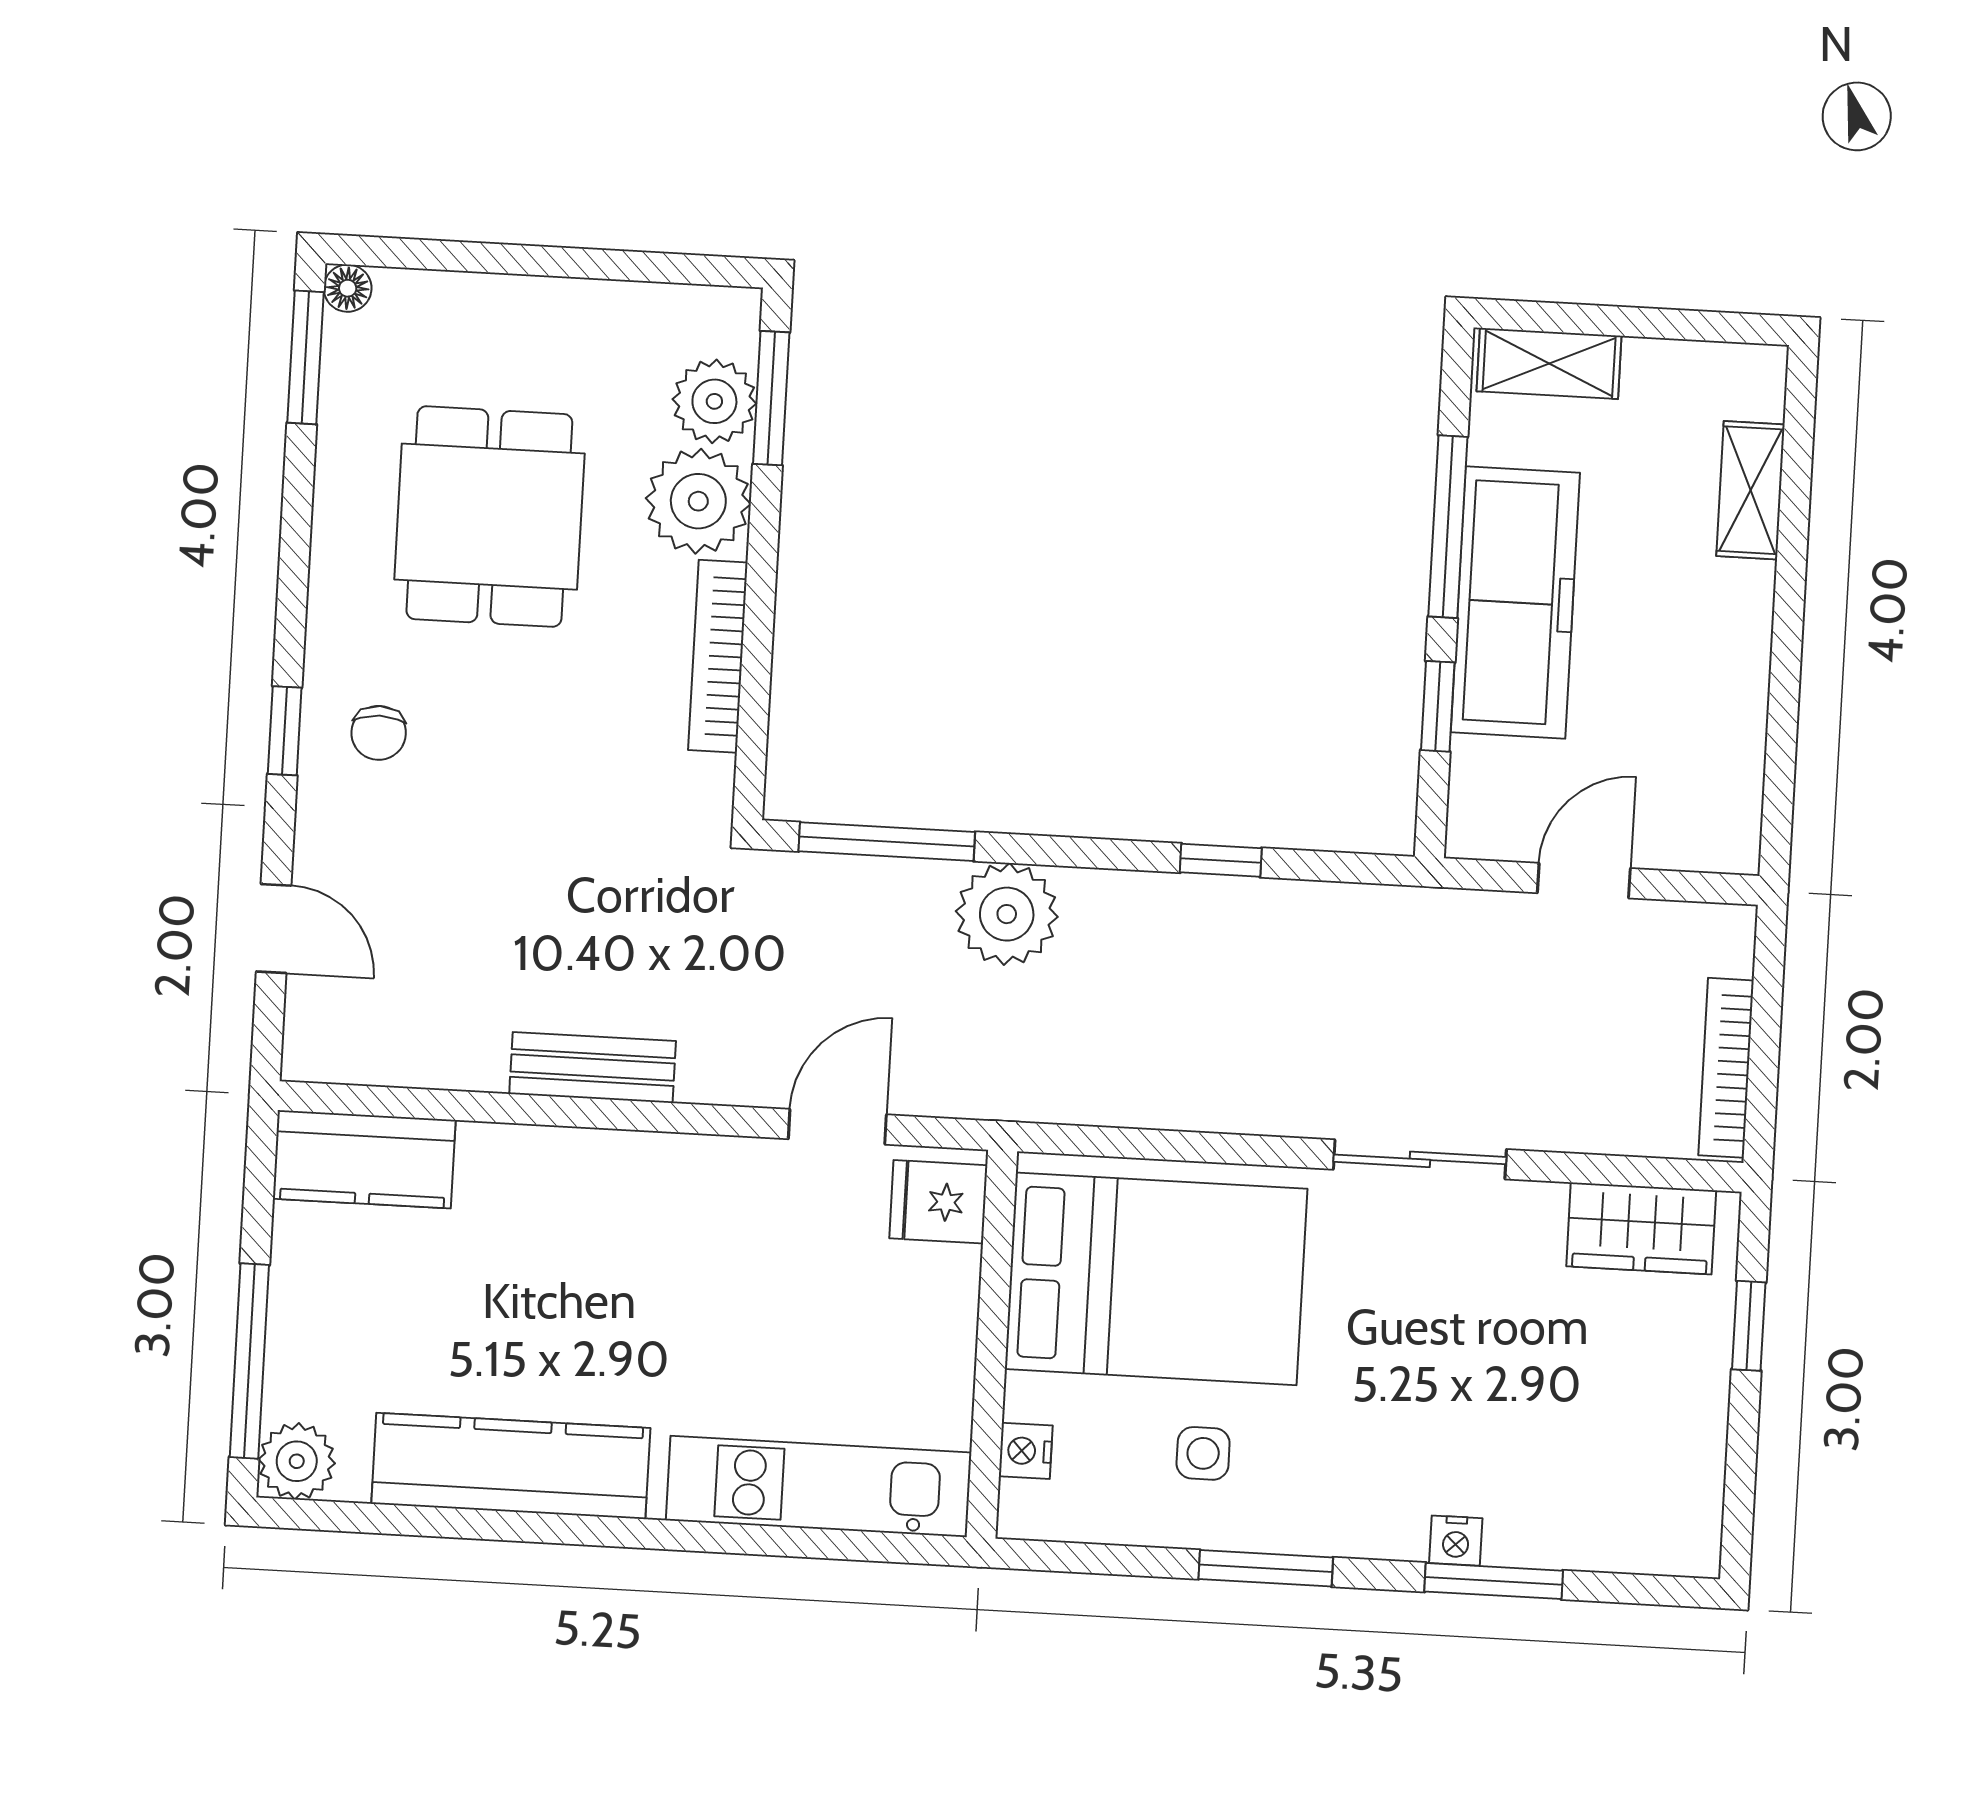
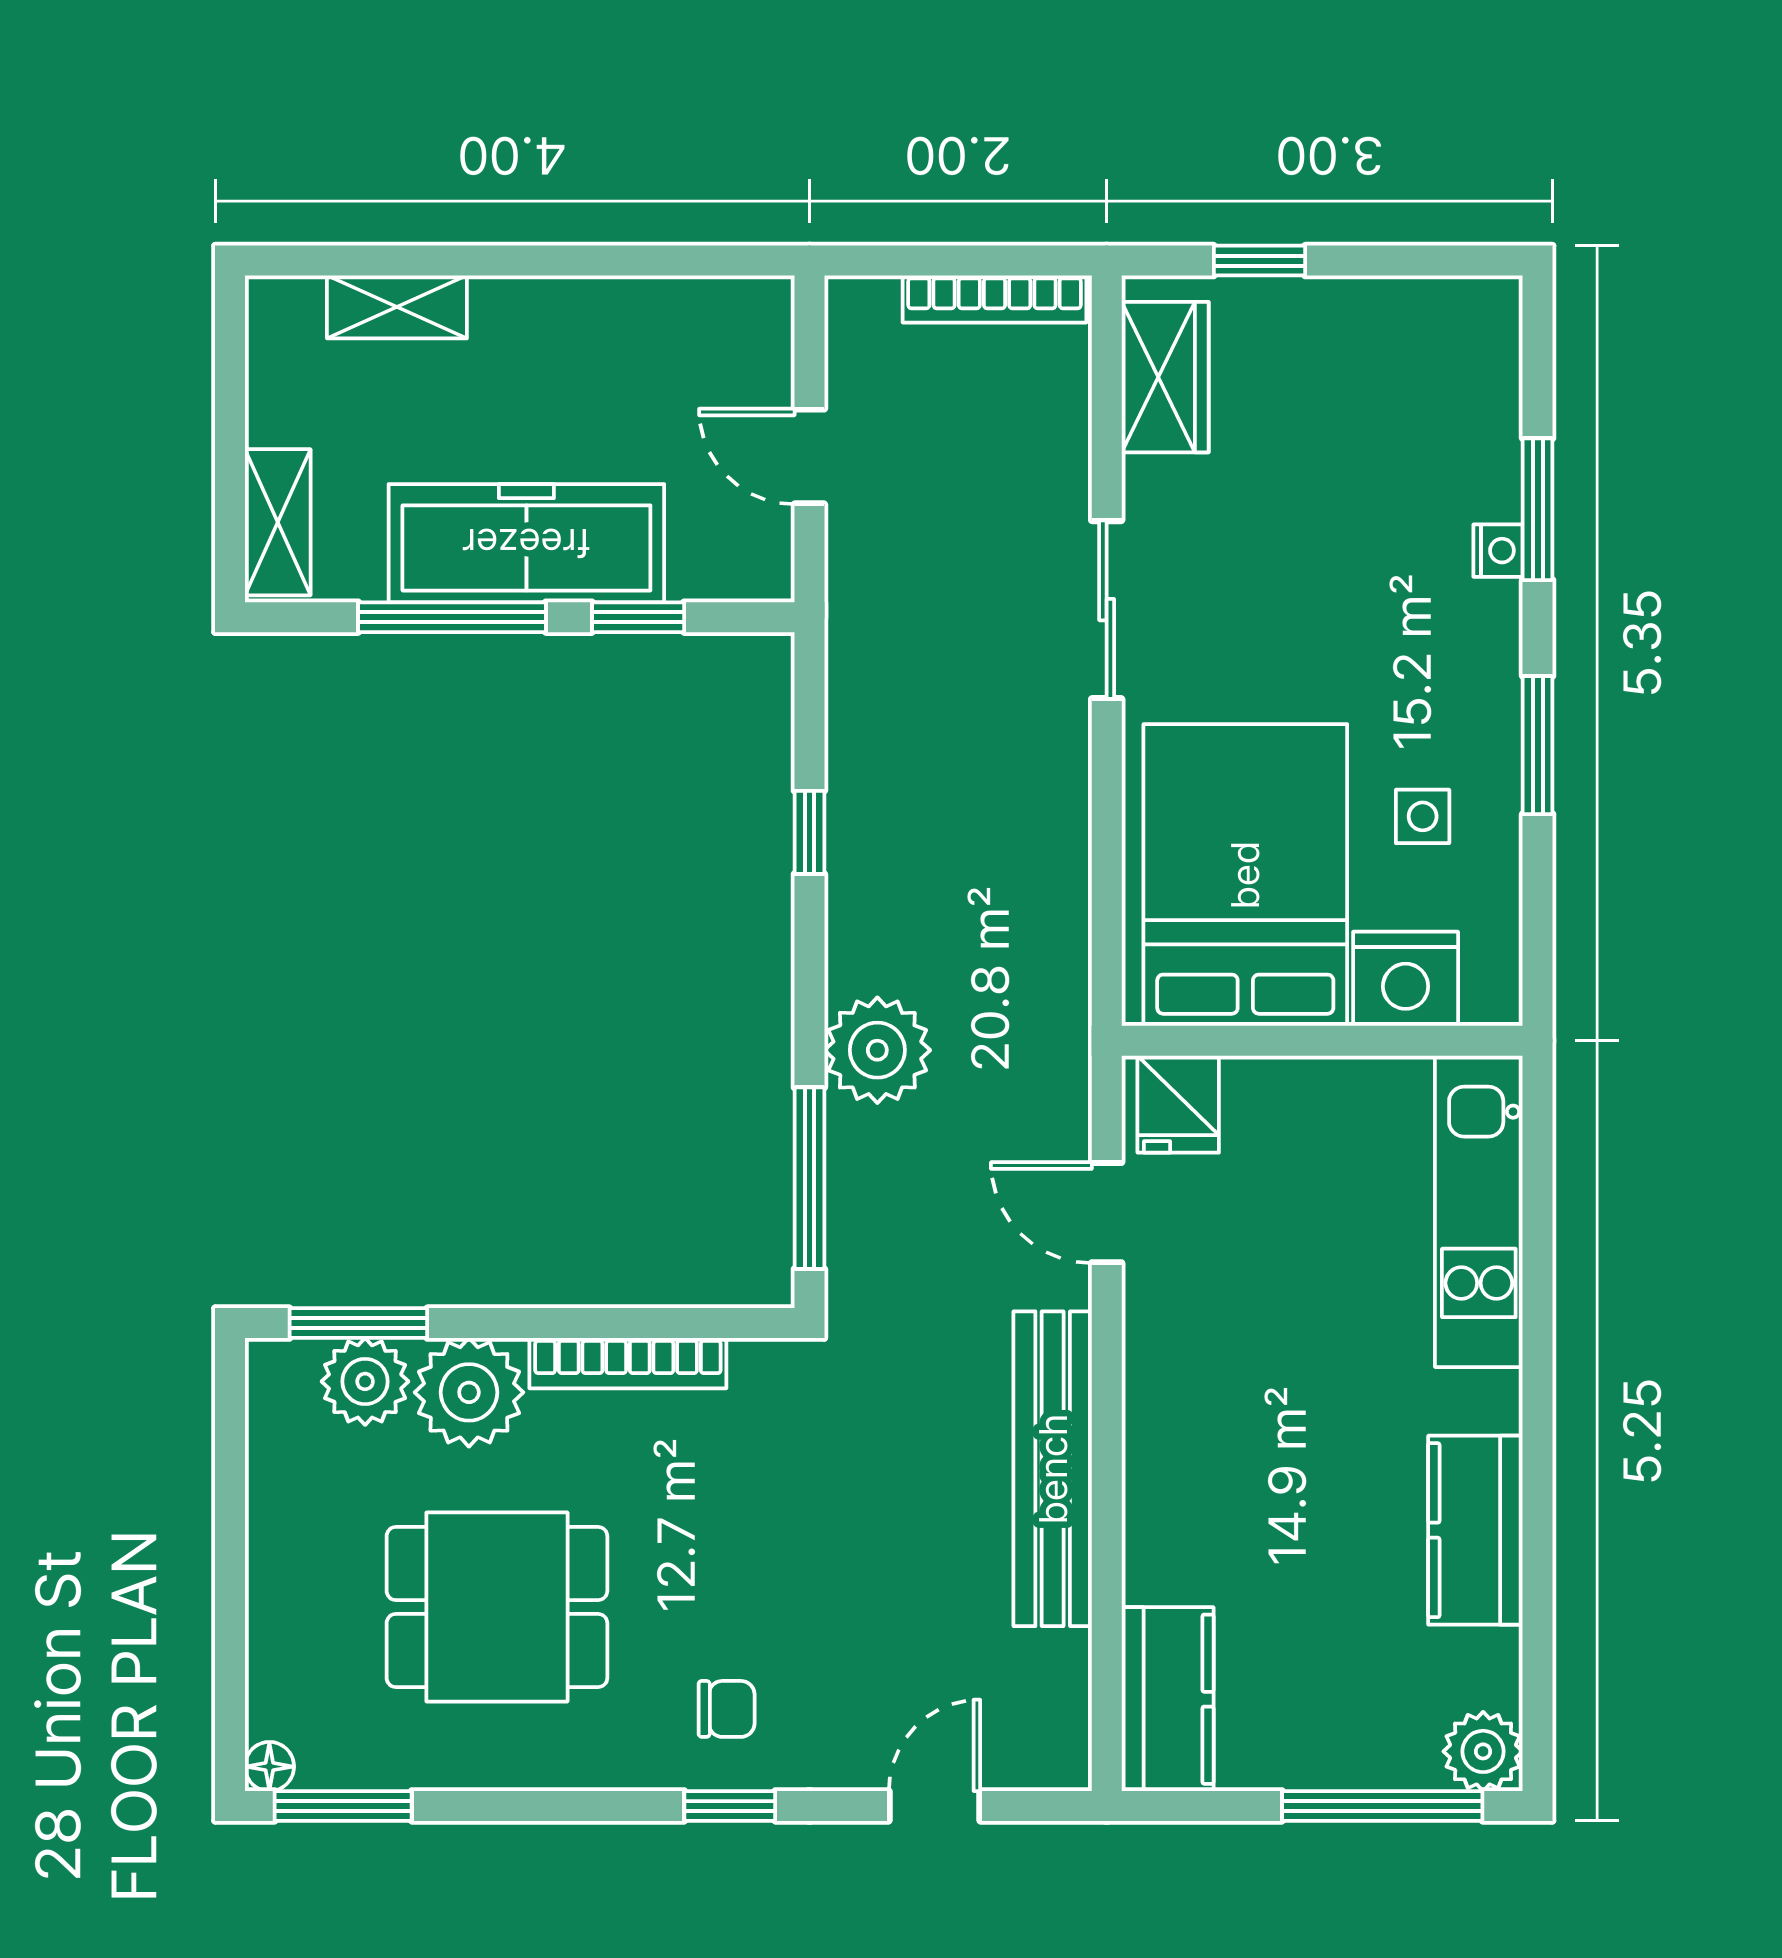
bench: (593, 1067) -> (1053, 1469), width x1.86, depth x1.21
nightstand: (1026, 1451) -> (1406, 979), width x1.89, depth x1.79
kitchen counter: (511, 1466) -> (1475, 1530), width x0.67

